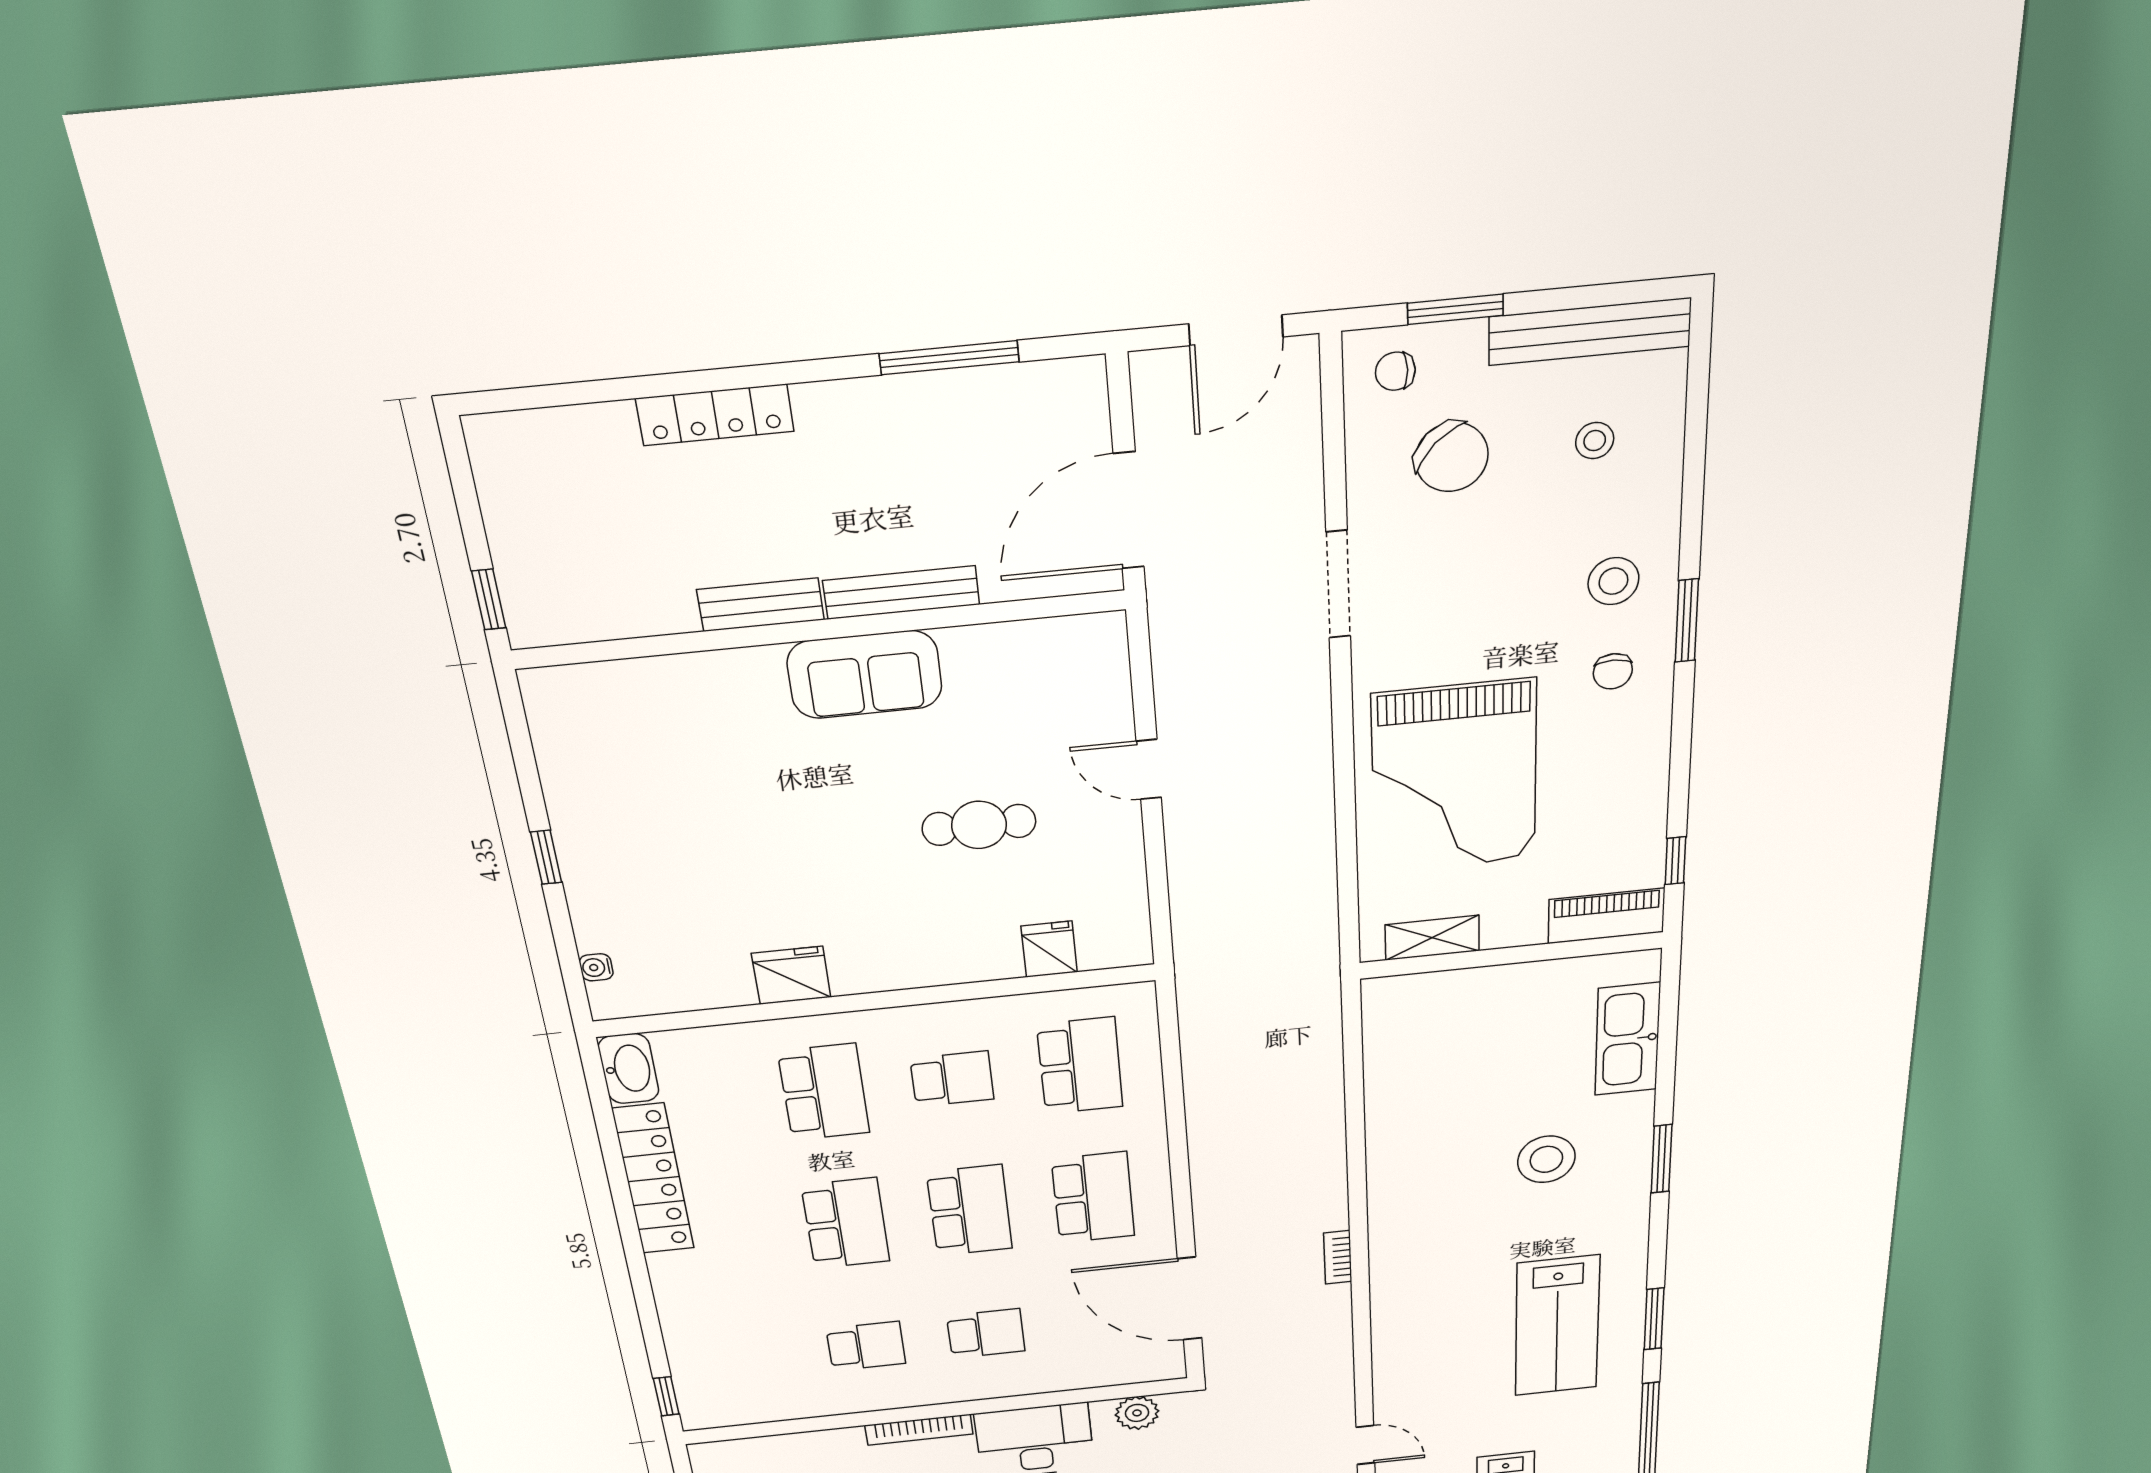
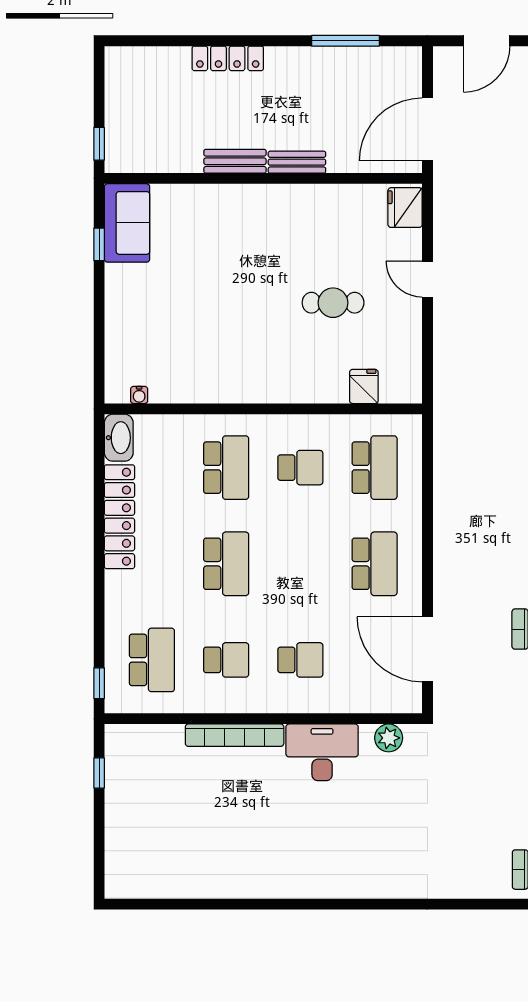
bench: (901, 593) -> (297, 162), width x0.73
sofa: (865, 675) -> (127, 223), moved, turned -90
window: (546, 857) -> (99, 244), moved
water cooler: (596, 967) -> (139, 395), moved, turned -90
fridge: (791, 975) -> (405, 208), moved, turned -90
school desk: (970, 1210) -> (152, 660), moved
bookcase: (919, 1430) -> (235, 735), width x1.48, depth x1.31

